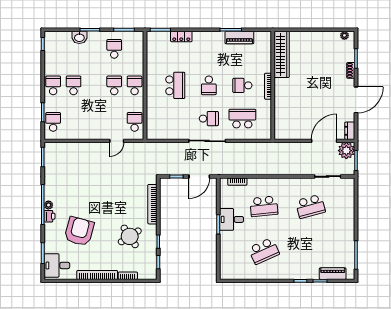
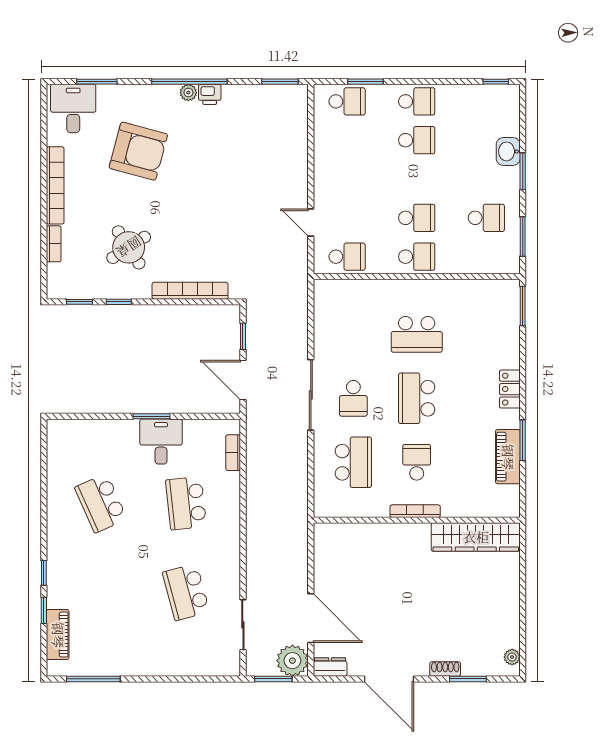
locker: (181, 37) -> (510, 389), moved
school desk: (209, 85) -> (417, 398), width x1.85
printer: (49, 216) -> (210, 94), moved

